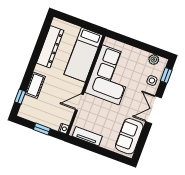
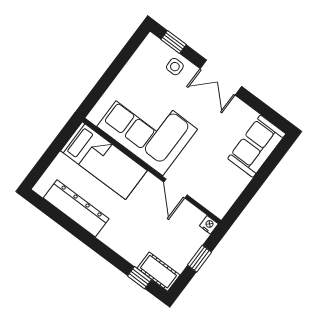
plant: (154, 60) -> (143, 54), removed
cot: (35, 85) -> (159, 272), moved
tv unit: (87, 136) -> (231, 192), removed
sofa: (129, 136) -> (257, 146), moved, turned 90

